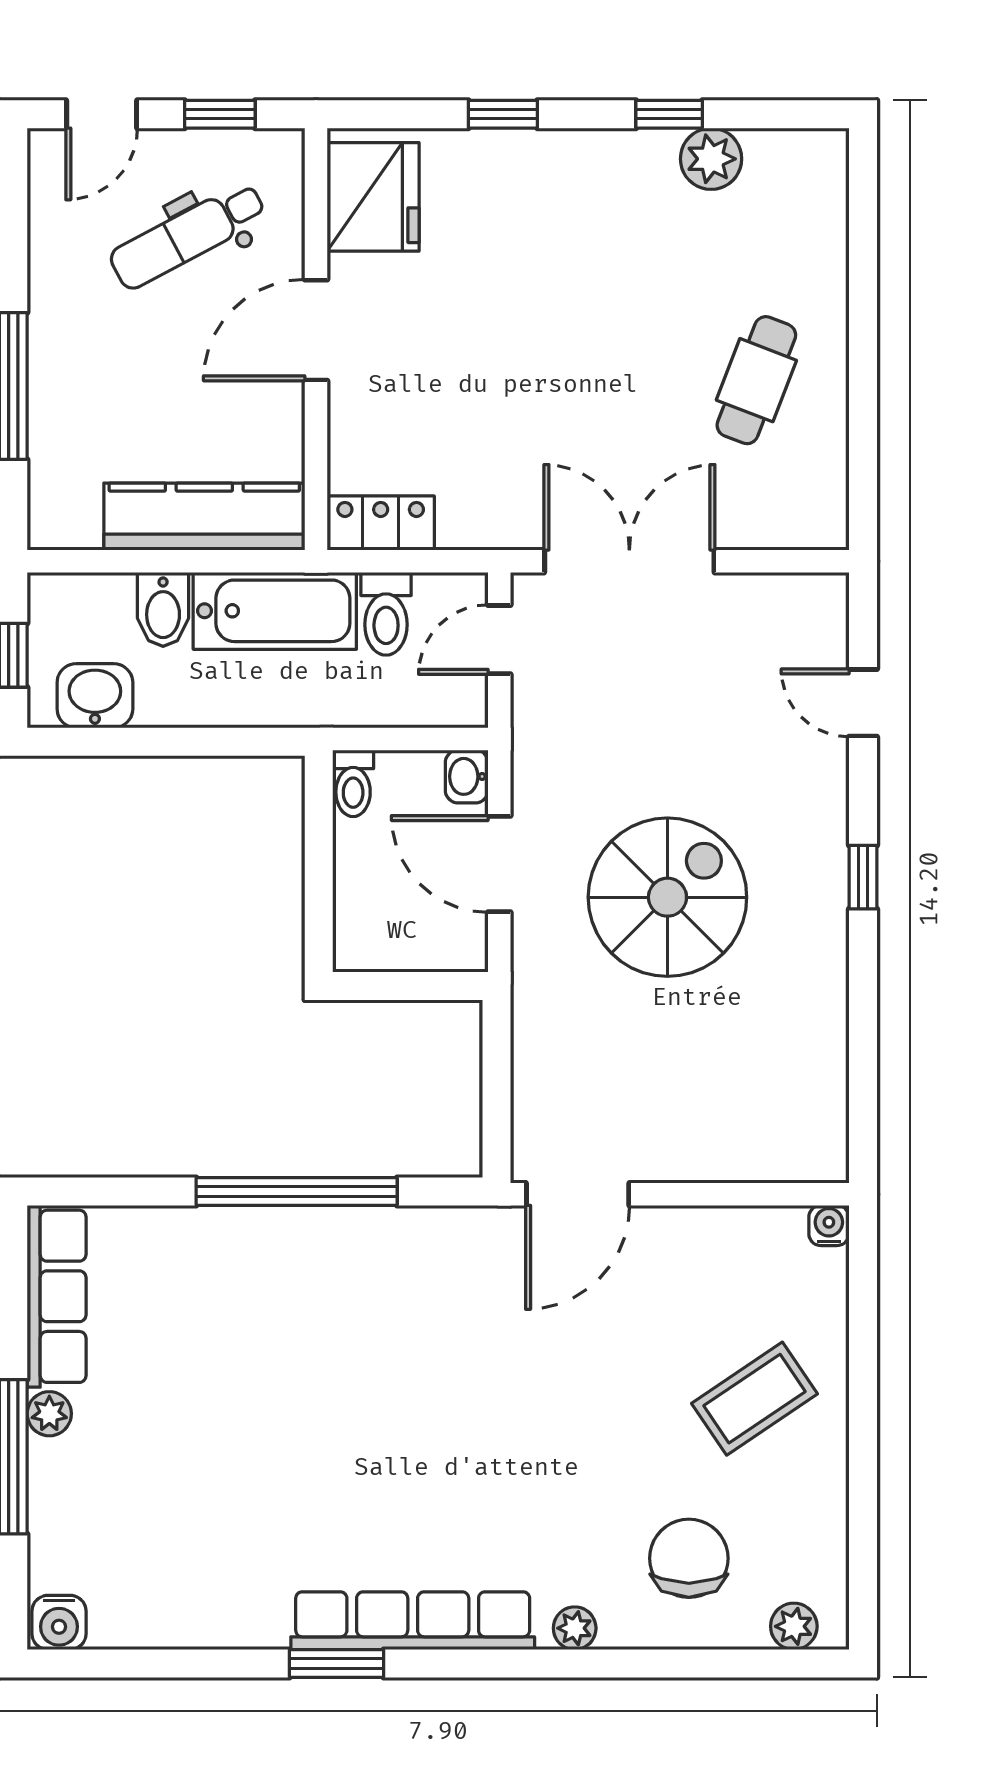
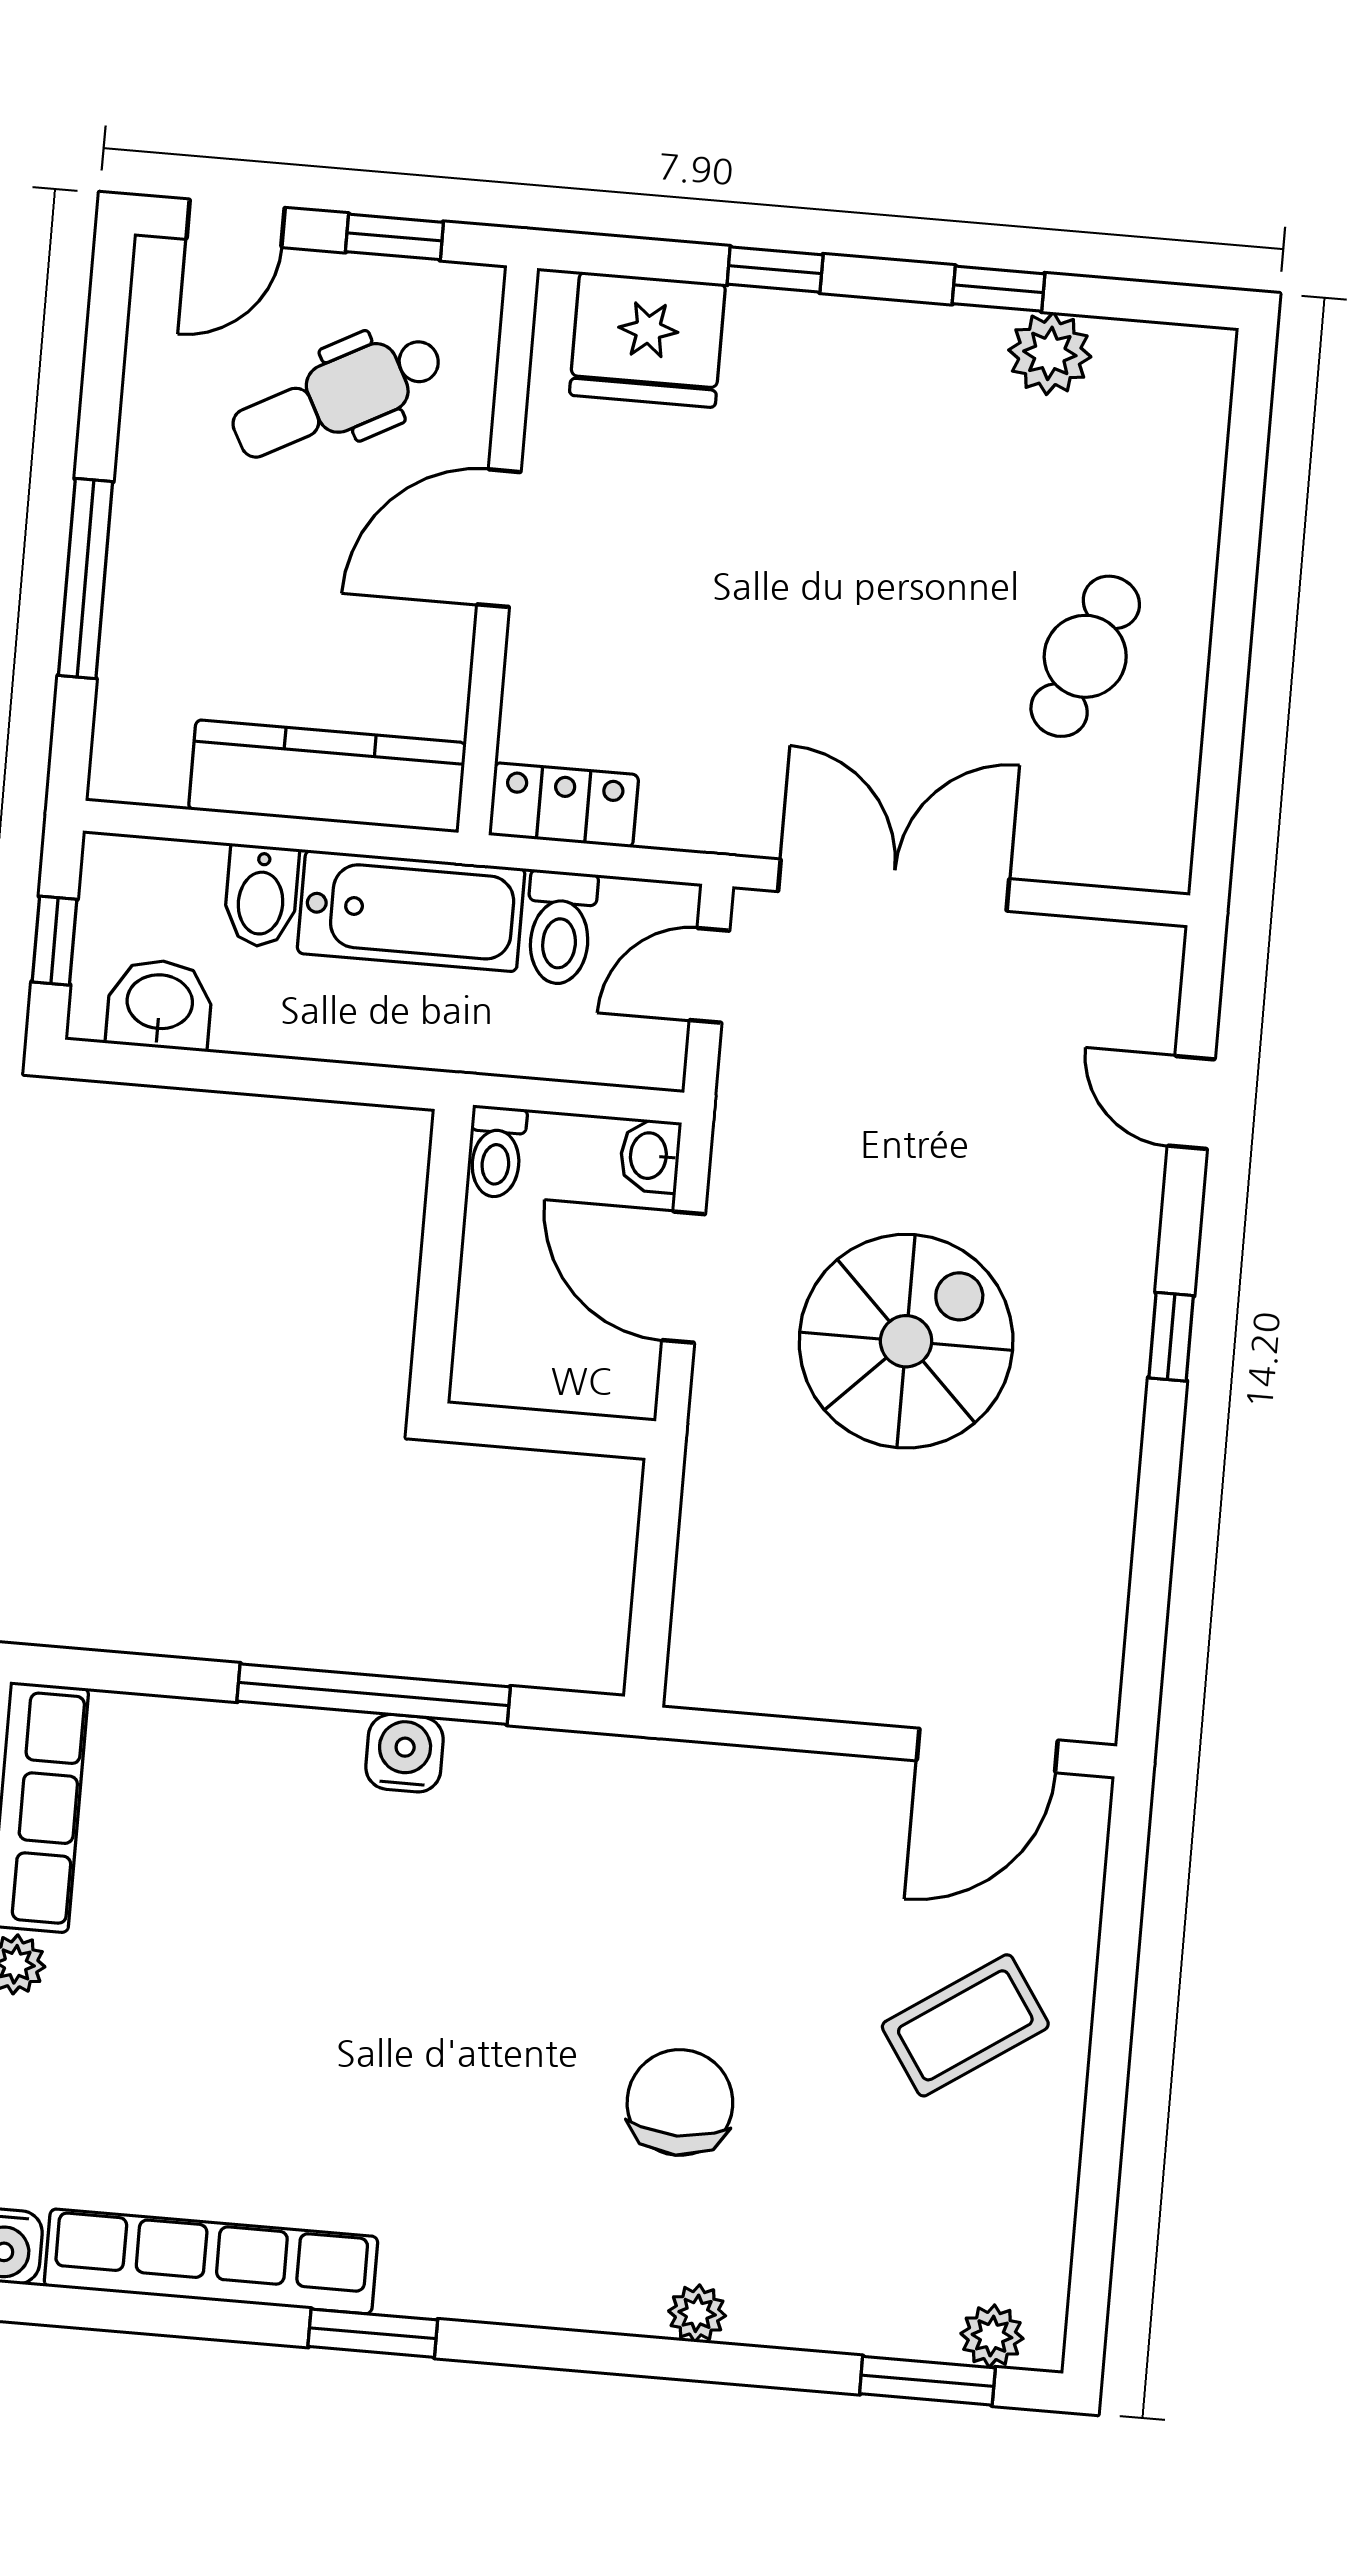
fridge: (373, 197) -> (647, 340), moved, turned 90
door: (578, 1194) -> (987, 1750), moved
water cooler: (829, 1225) -> (405, 1753), moved, width x1.38, depth x1.38
chair: (689, 1558) -> (680, 2102), moved
row of seats: (413, 1621) -> (211, 2261), moved
window: (749, 1663) -> (927, 2381), added

